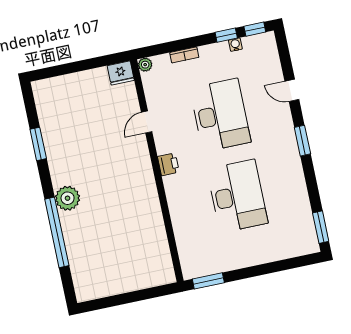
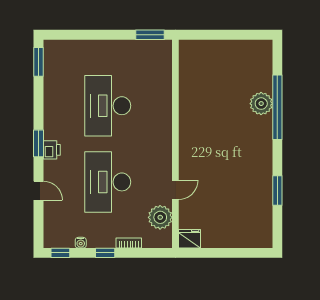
window: (226, 35) -> (105, 253), moved
plant: (145, 65) -> (160, 217), moved, width x1.87, depth x1.87
printer: (168, 164) -> (52, 150), moved, turned 180
plant: (68, 198) -> (261, 104), moved

